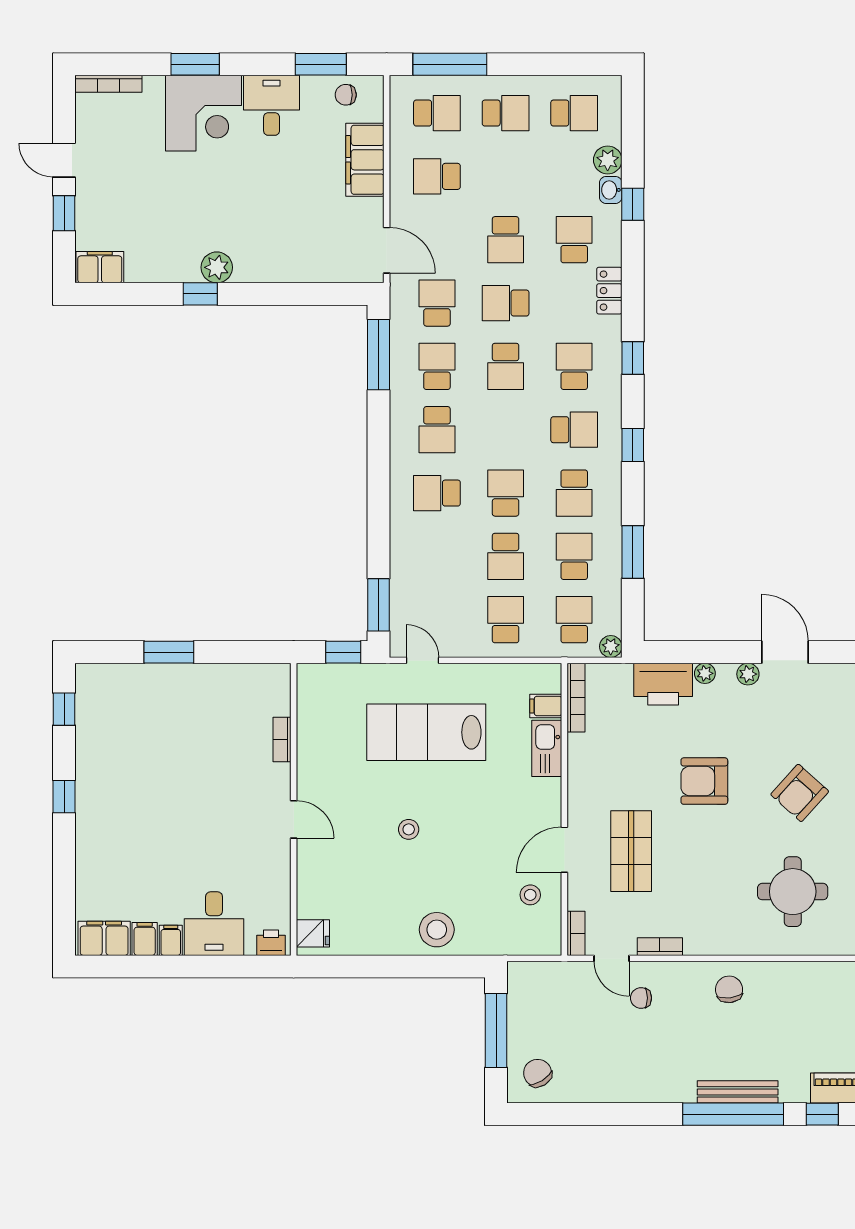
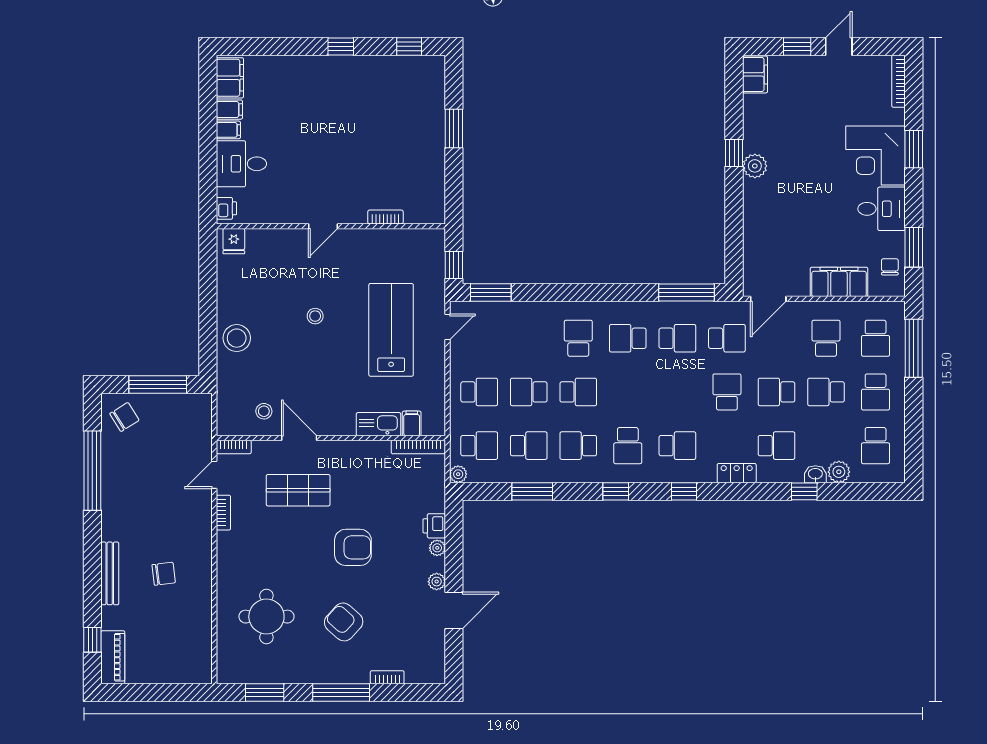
school desk: (506, 366) -> (826, 392), moved
printer: (663, 684) -> (434, 526), width x0.53, depth x0.68
armchair: (704, 781) -> (353, 547), turned 90
chair: (729, 989) -> (164, 574), moved
chair: (641, 998) -> (183, 498), removed
window: (733, 1114) -> (92, 471), moved

